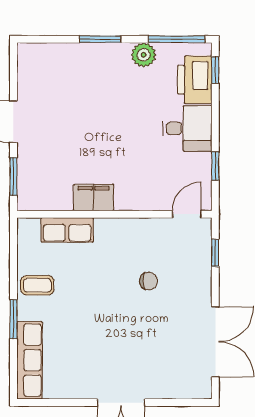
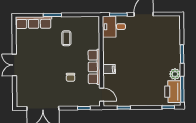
printer: (195, 80) -> (173, 92), moved, turned -90
desk: (187, 128) -> (114, 27), moved, turned 90
filing cabinet: (94, 197) -> (109, 69), moved, width x0.50
row of seats: (67, 230) -> (94, 67), moved, width x1.48
coffee table: (37, 285) -> (66, 38), moved

